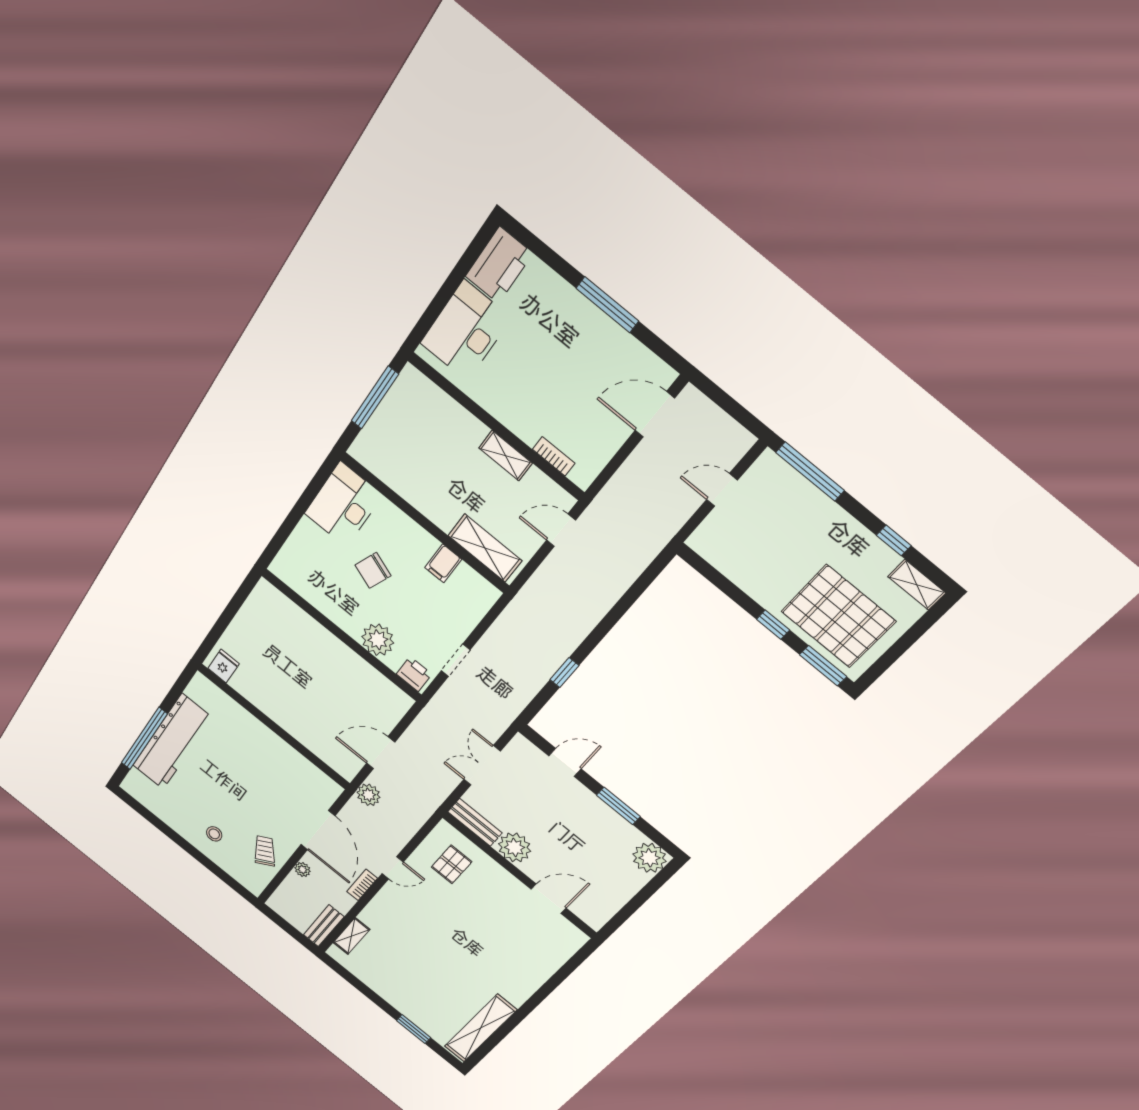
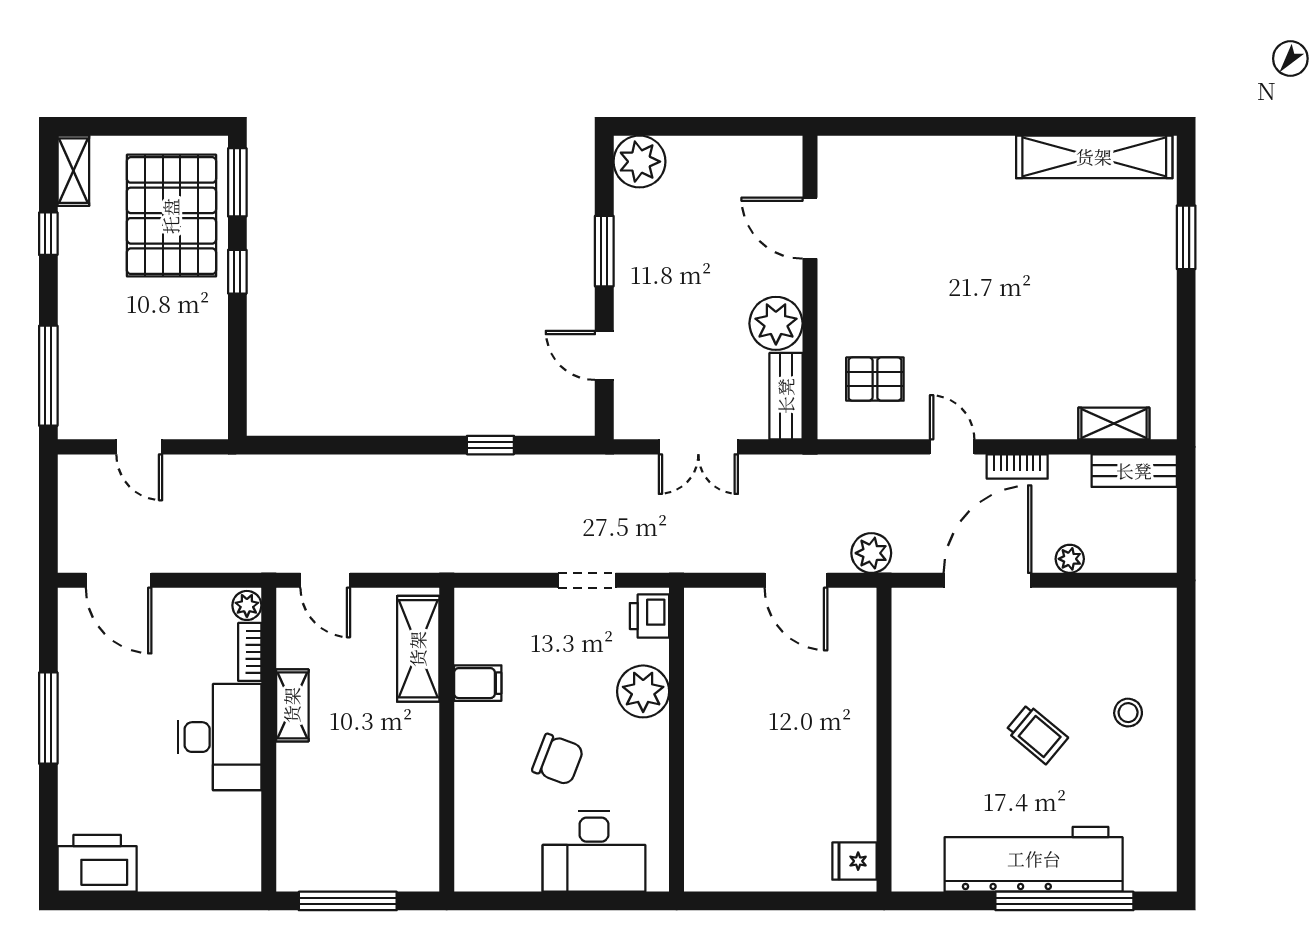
desk: (466, 331) -> (220, 737), moved, turned -90
plant: (581, 476) -> (247, 605), added
desk: (343, 504) -> (594, 851), moved
trolley: (265, 851) -> (1037, 734), moved, turned -107

